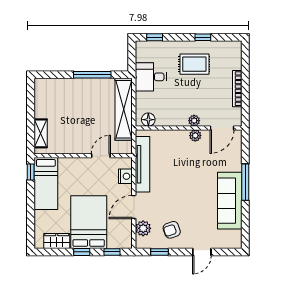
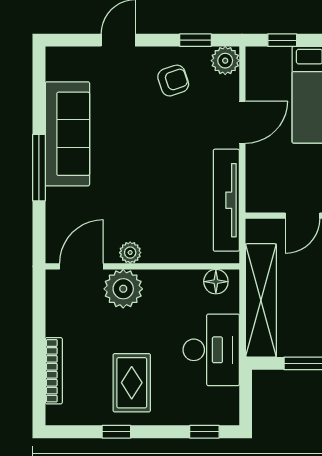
rug: (194, 64) -> (132, 383), turned 90
desk: (151, 77) -> (211, 350), width x1.37
bookcase: (237, 89) -> (54, 371), moved
plant: (194, 121) -> (123, 289), width x1.87, depth x1.87
nightstand: (125, 176) -> (258, 178), removed
plant: (143, 228) -> (225, 61), moved

